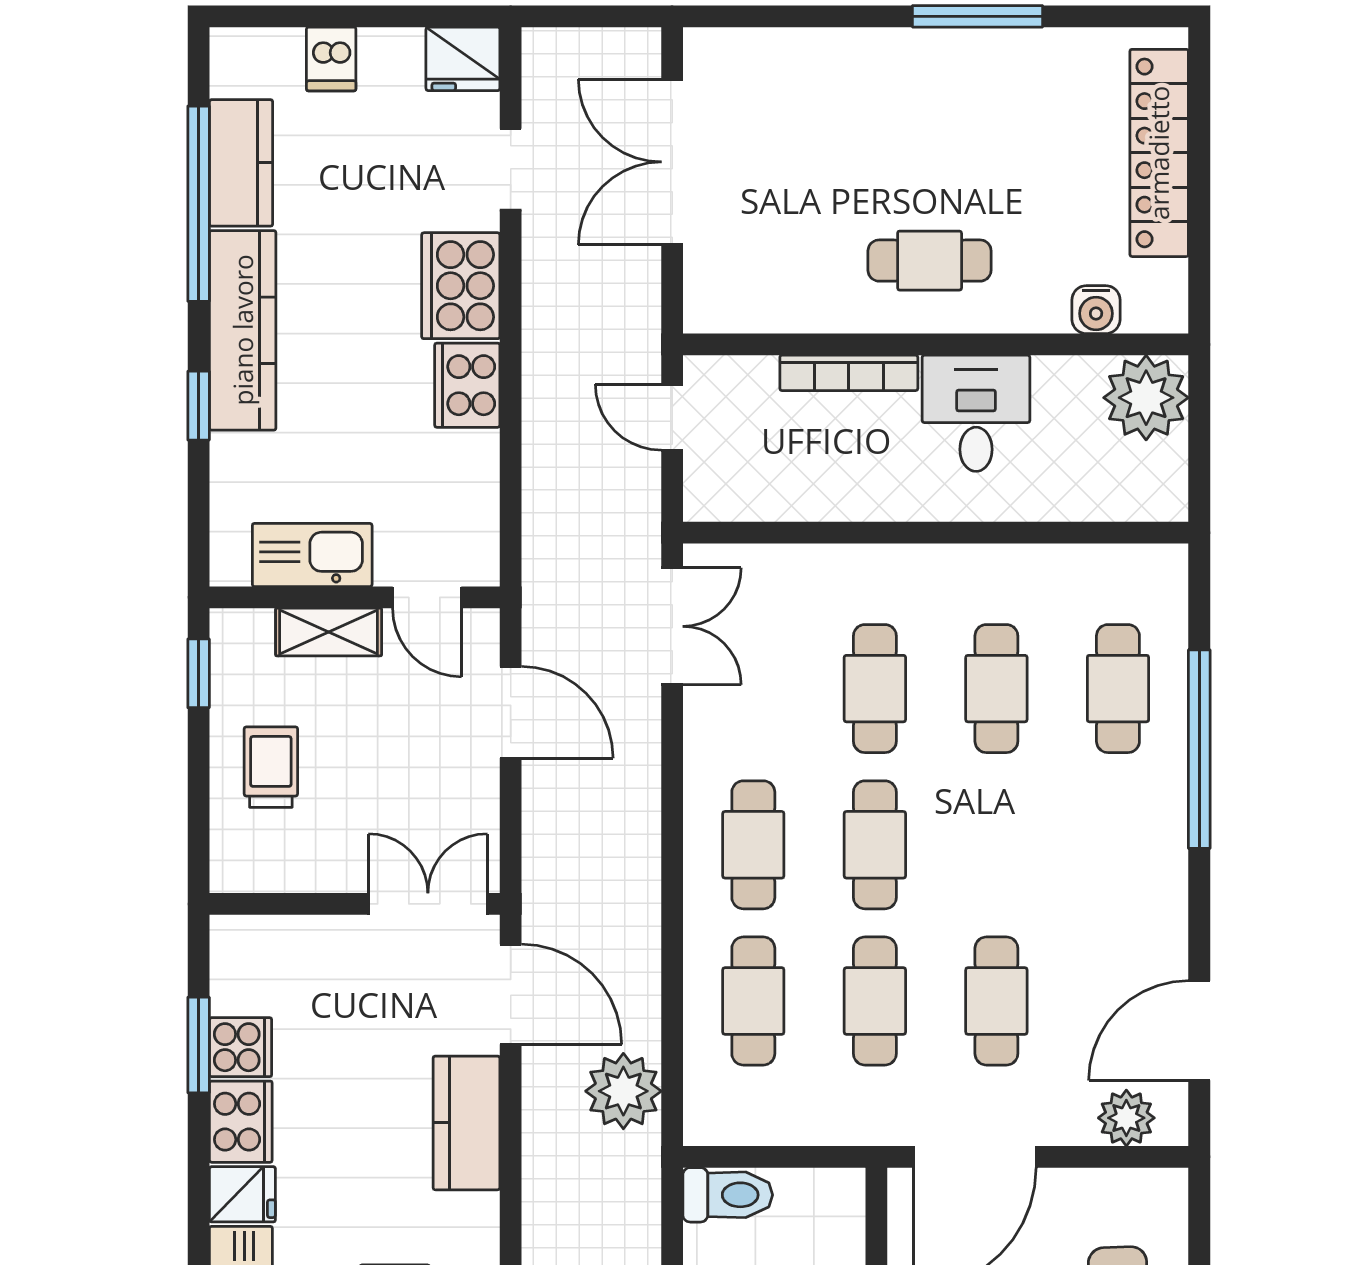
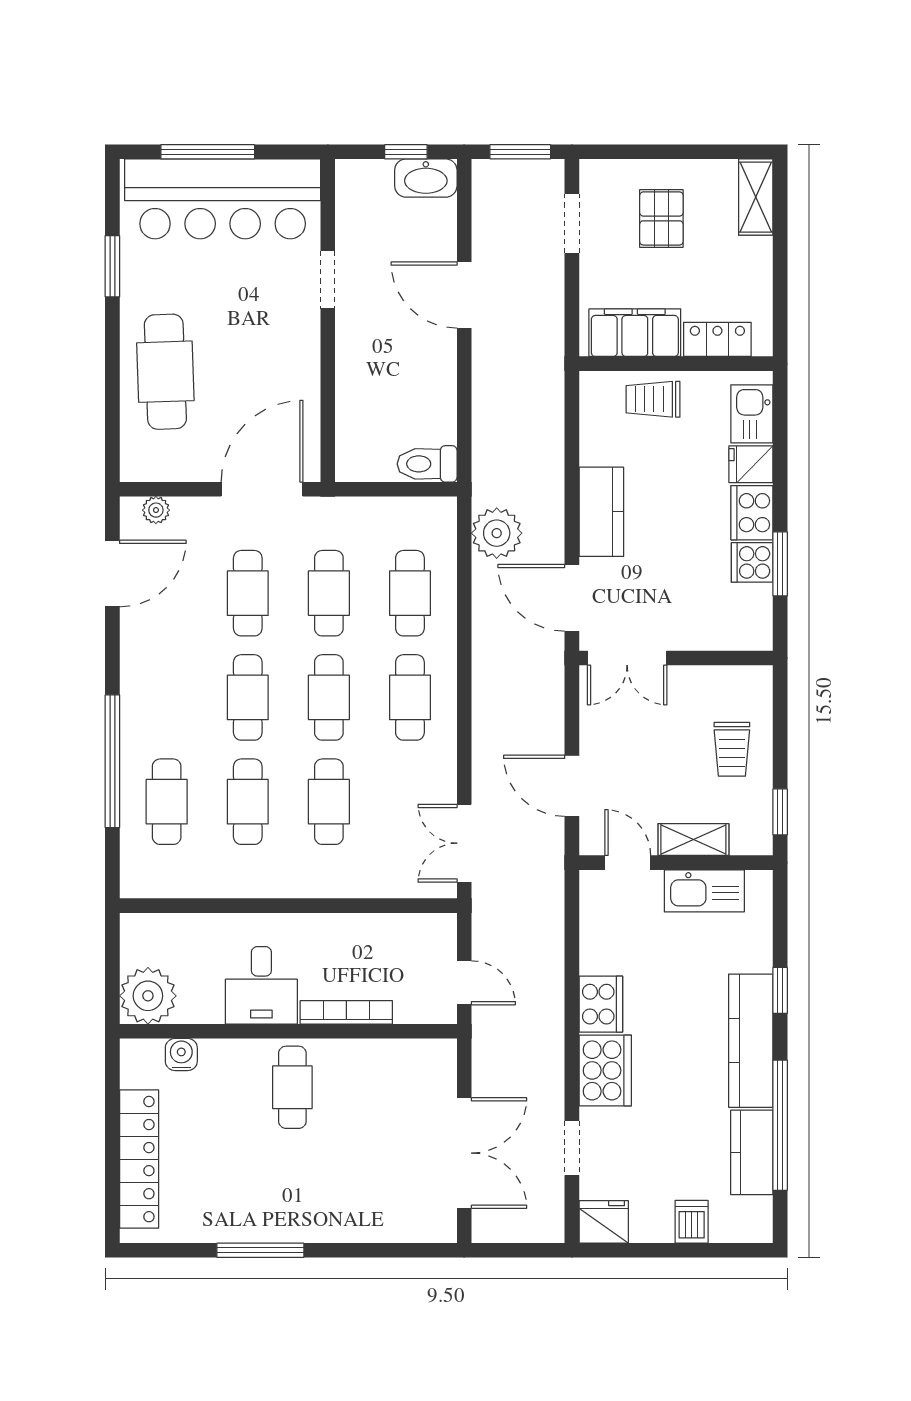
cafe table: (930, 261) -> (292, 1087), turned 90
cafe table: (996, 845) -> (248, 697), added
plant: (1126, 1118) -> (156, 510), width x0.73, depth x0.73

